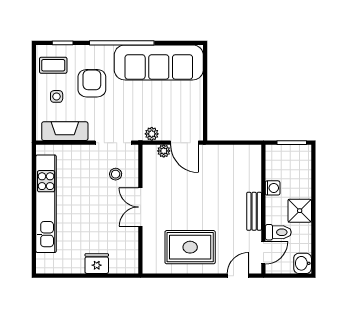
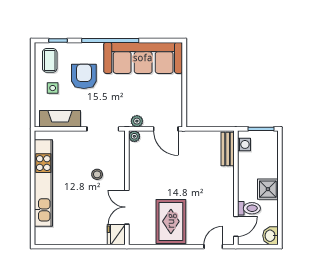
coffee table: (53, 65) -> (50, 60), turned 90
plant: (164, 151) -> (134, 136), moved
stool: (116, 174) -> (97, 174), moved
washing machine: (273, 188) -> (244, 144), moved
double door: (140, 207) -> (127, 207), moved
bench: (254, 211) -> (228, 149), moved
rug: (190, 247) -> (171, 221), turned 90
fridge: (97, 264) -> (116, 235), moved, turned -90

